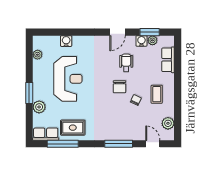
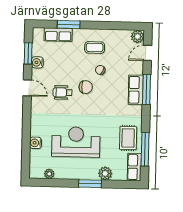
plant: (152, 40) -> (37, 51), removed
wheelchair: (126, 63) -> (63, 92), moved
window: (178, 69) -> (69, 24), added
plant: (168, 123) -> (137, 37), moved
row of seats: (118, 134) -> (136, 90), added

